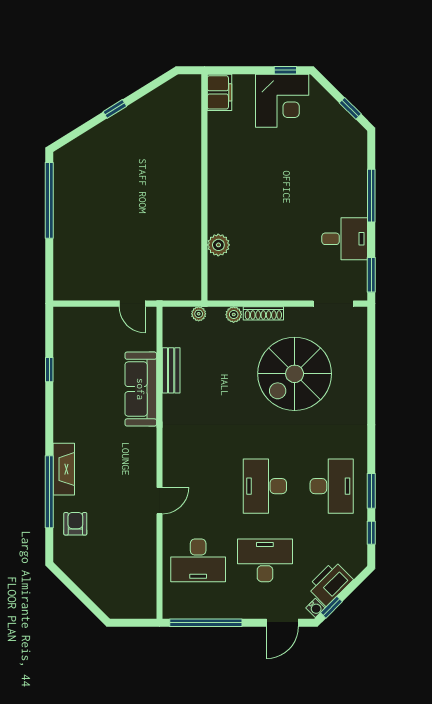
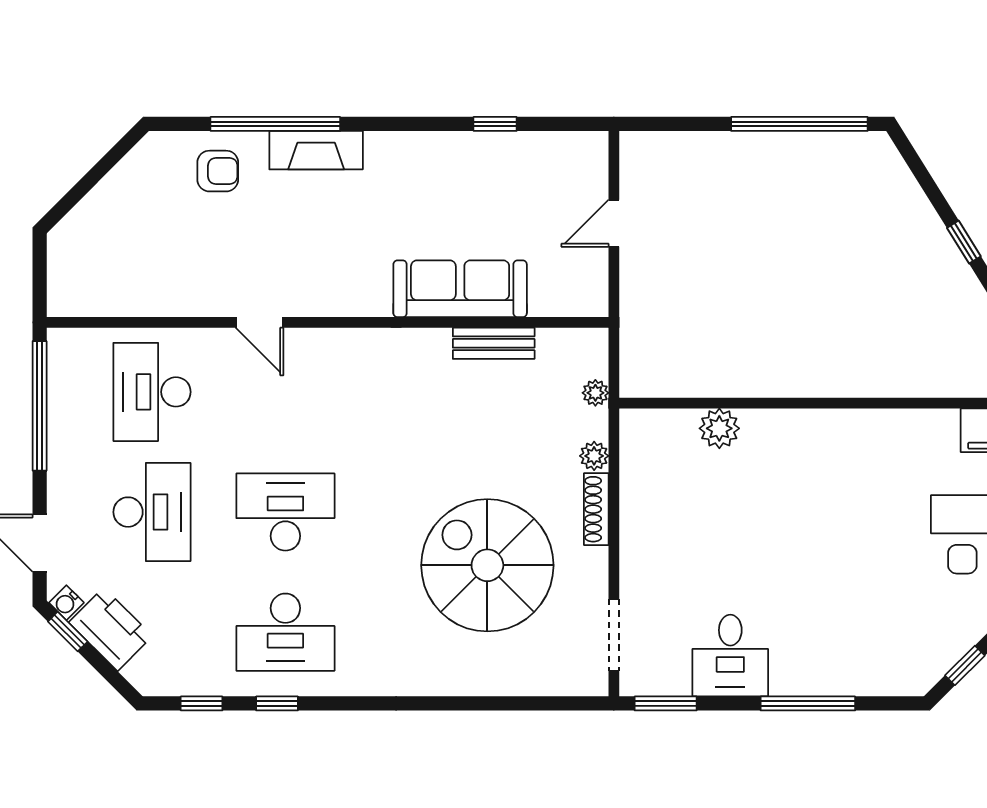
door: (132, 304) -> (614, 223), moved
window: (371, 491) -> (277, 703), width x0.67

